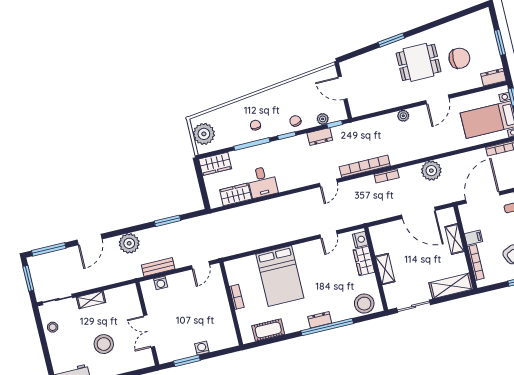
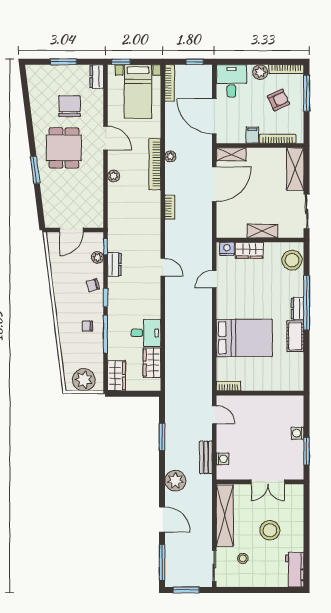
bookcase: (365, 166) -> (155, 164), moved
plant: (431, 171) -> (170, 156), width x0.53, depth x0.53
door: (329, 234) -> (214, 279), swing flipped
shelving: (455, 239) -> (231, 154), moved
bookcase: (237, 297) -> (229, 386), moved
shelving: (91, 300) -> (225, 516), width x2.20, depth x1.33
stool: (53, 327) -> (243, 558), moved
cot: (268, 330) -> (295, 336), moved

